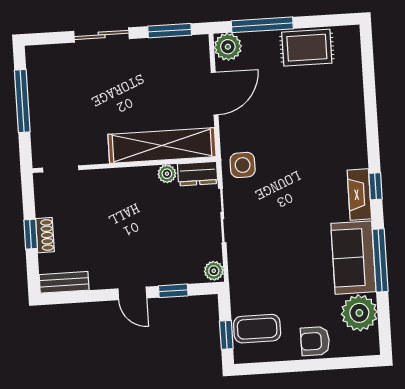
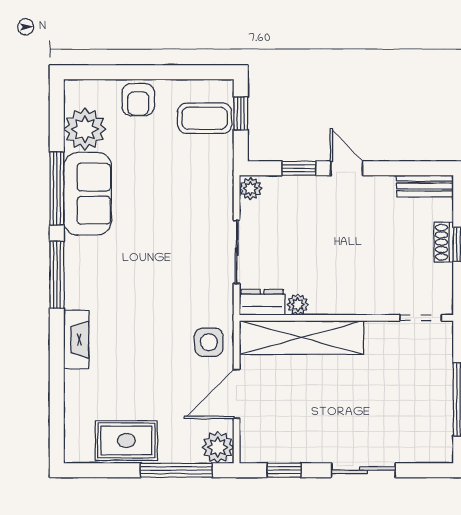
window: (170, 31) -> (284, 470), width x0.67
side table: (243, 165) -> (209, 342), moved
window: (375, 186) -> (57, 275), width x2.17
fireplace: (359, 194) -> (76, 340), moved
armchair: (315, 341) -> (138, 100), turned 90

